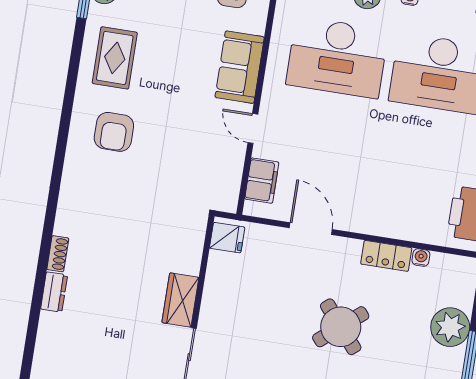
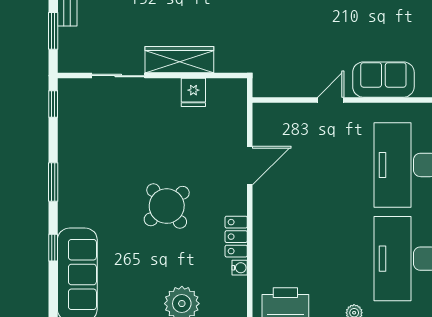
filing cabinet: (262, 181) -> (286, 115), removed
fridge: (227, 238) -> (193, 92), moved
wardrobe: (180, 300) -> (179, 60), width x1.50

